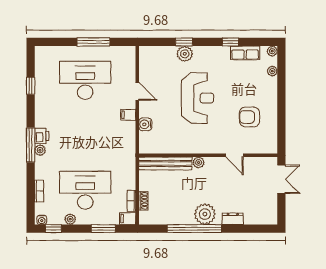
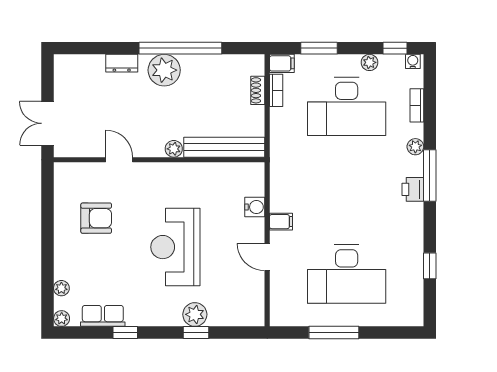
plant: (40, 150) -> (415, 147), moved

